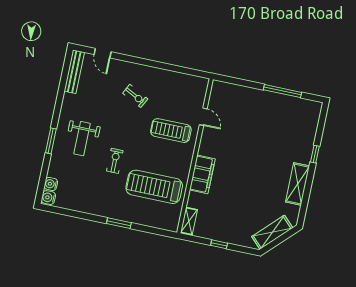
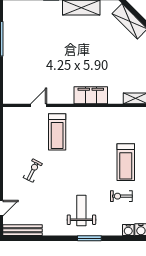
weight bench: (82, 139) -> (81, 210), turned -90
exercise bike: (115, 161) -> (121, 196), moved
treadmill: (154, 187) -> (126, 162), moved, width x0.73, depth x0.73

